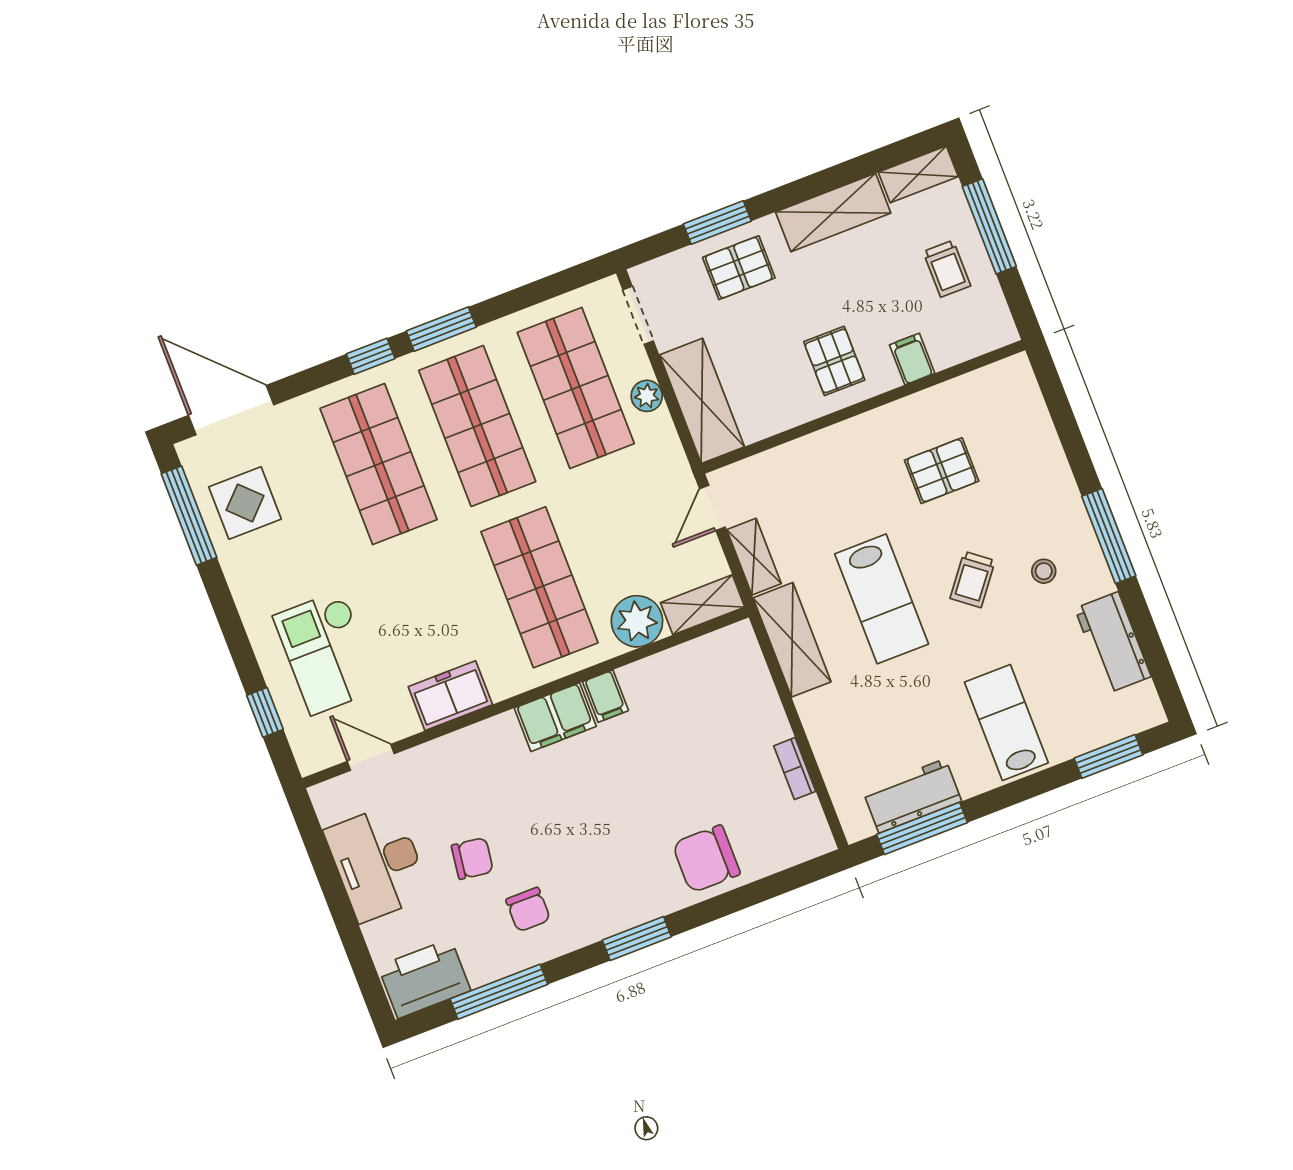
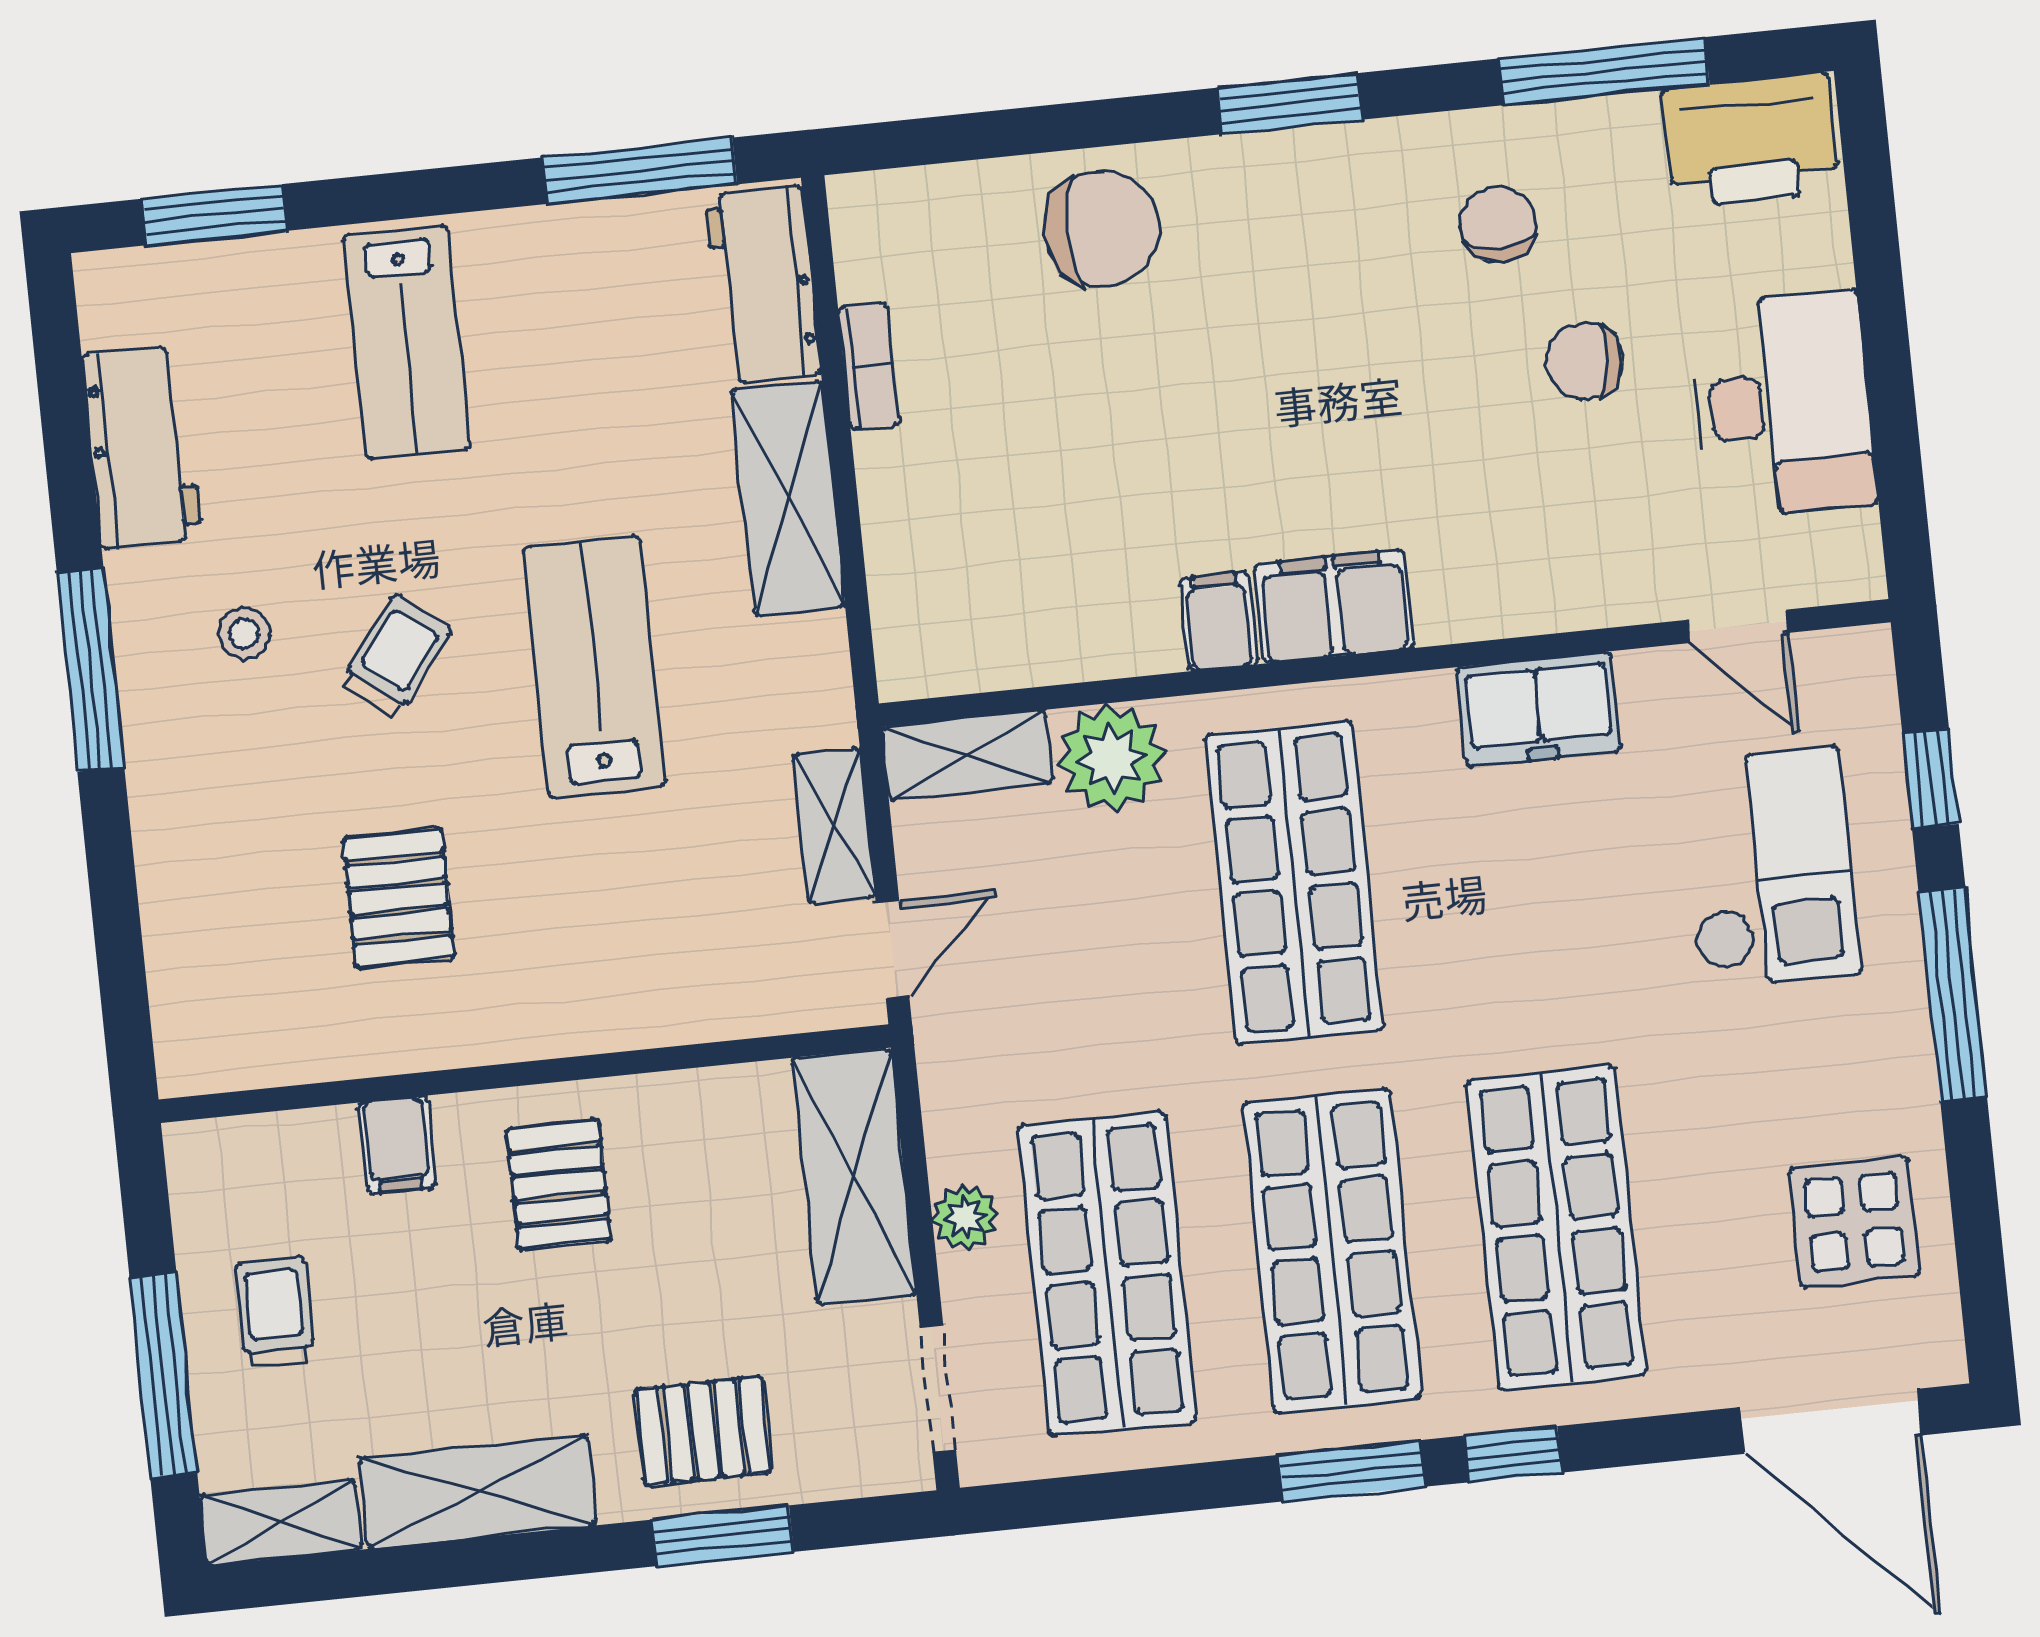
pallet: (942, 471) -> (399, 898), turned 90
window: (189, 516) -> (1953, 994), moved
shelving: (792, 640) -> (788, 498), moved
workbench: (912, 796) -> (763, 285), moved, turned 90

